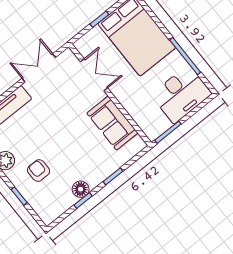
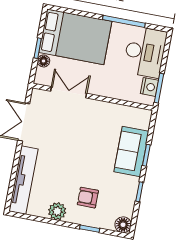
floor lamp: (95, 33) -> (43, 61), added
sofa: (112, 123) -> (131, 152), moved, turned 90
nightstand: (161, 125) -> (149, 87), added
floor lamp: (81, 189) -> (123, 225), moved

